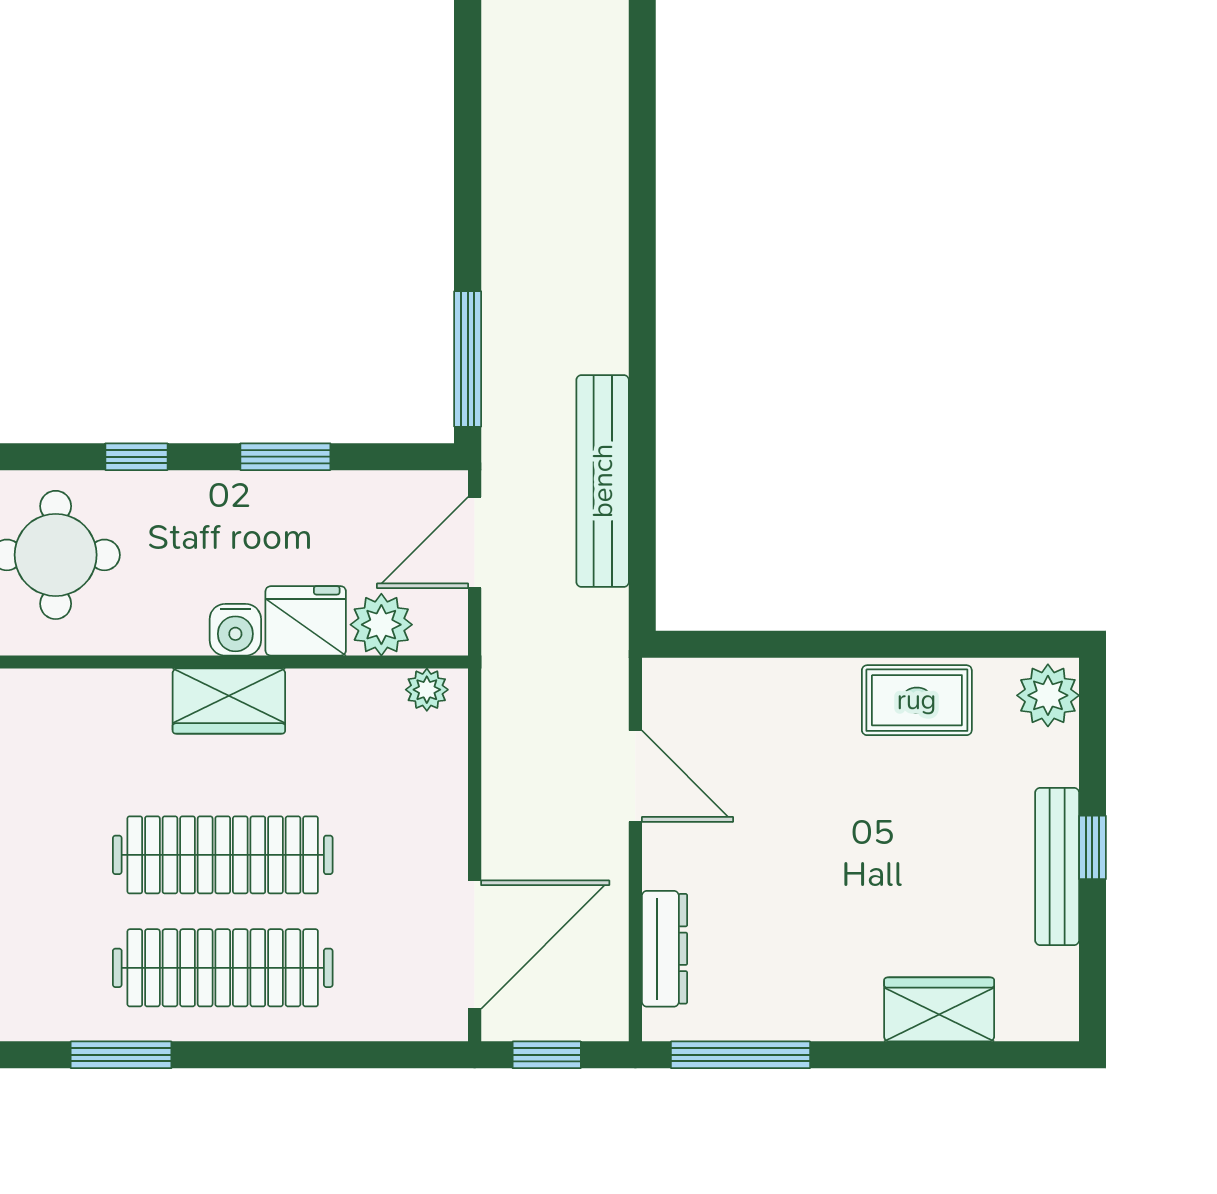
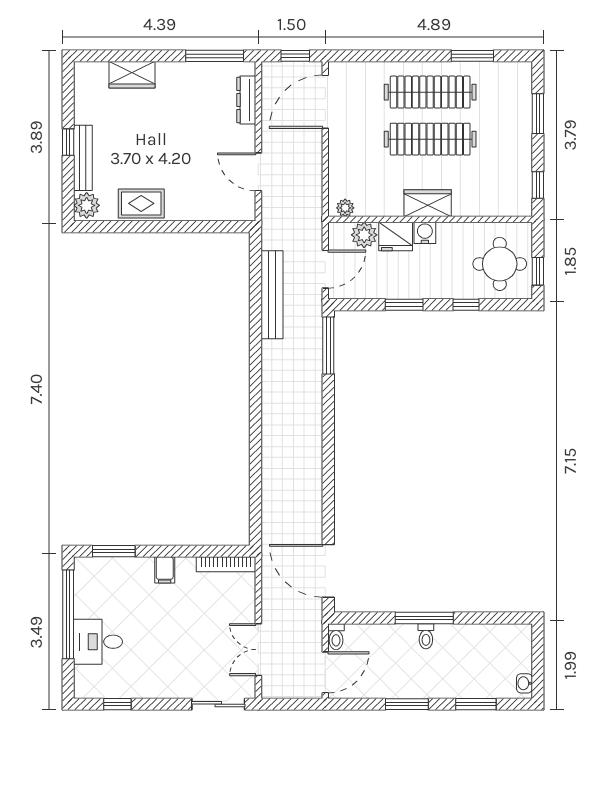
bench: (1057, 866) -> (83, 158), moved

